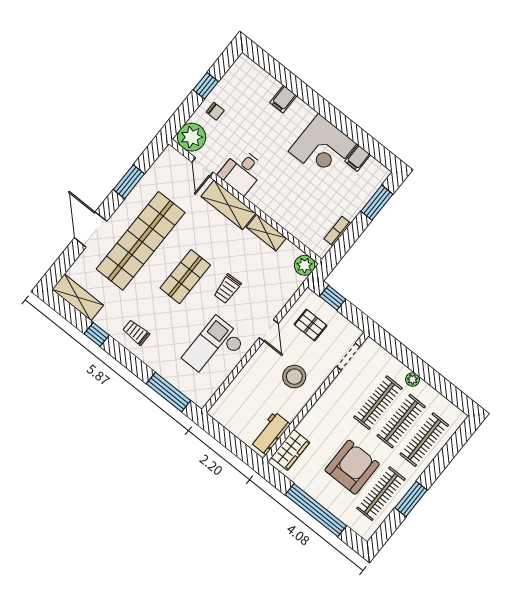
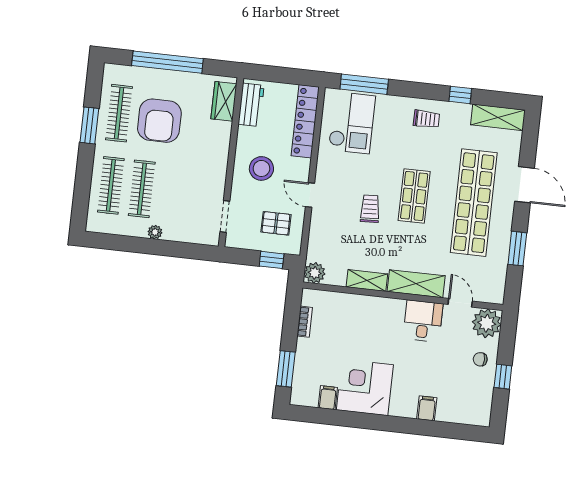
checkout: (214, 349) -> (352, 123), moved
locker: (235, 392) -> (305, 121), added
clothes rail: (378, 403) -> (173, 192), removed

